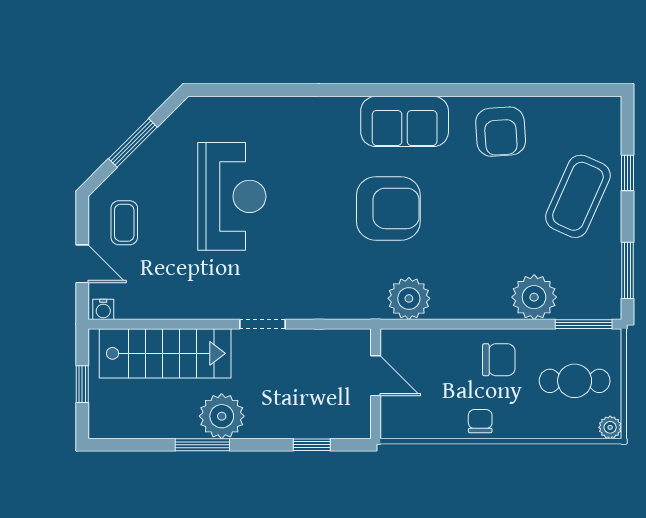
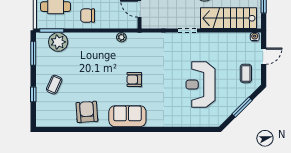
coffee table: (578, 196) -> (54, 85), width x0.54, depth x0.58
armchair: (388, 208) -> (134, 79), width x0.53, depth x0.53
door: (82, 264) -> (264, 56), swing flipped
plant: (534, 297) -> (58, 42), moved
plant: (409, 298) -> (121, 37), width x0.53, depth x0.53

